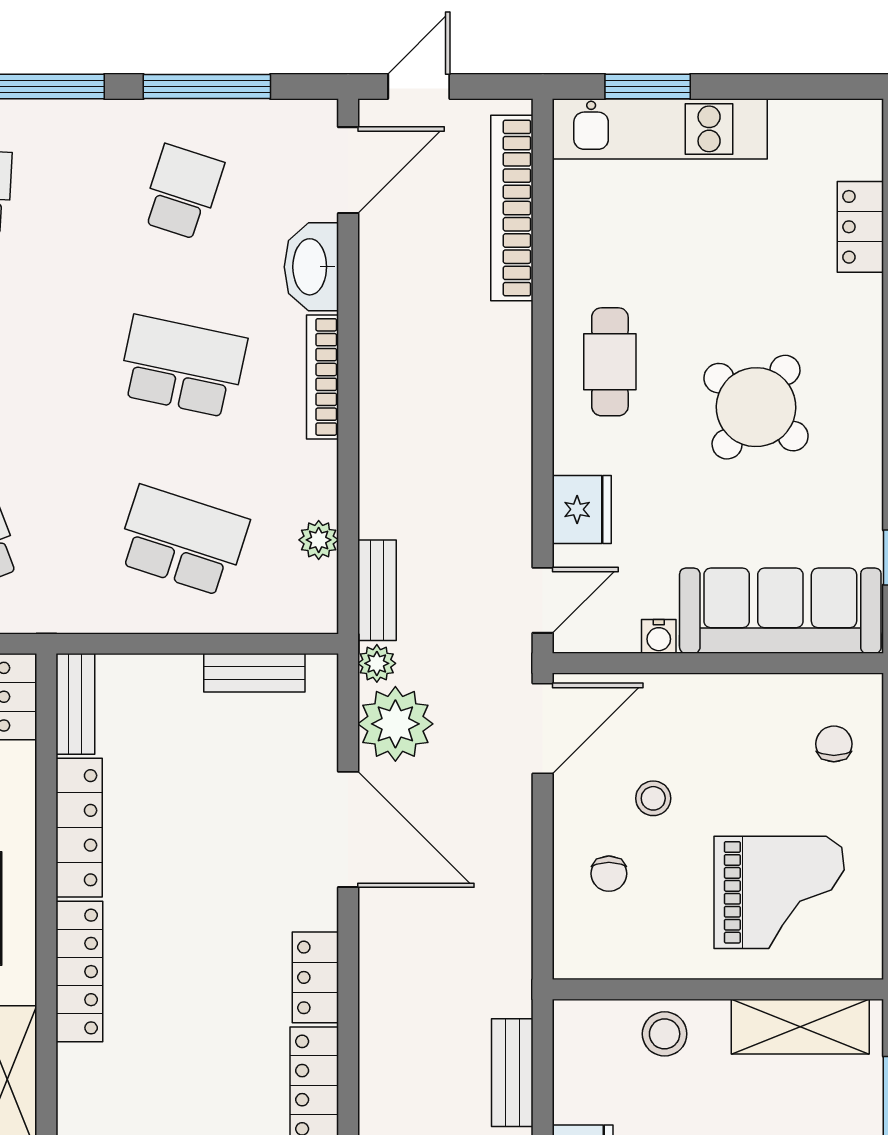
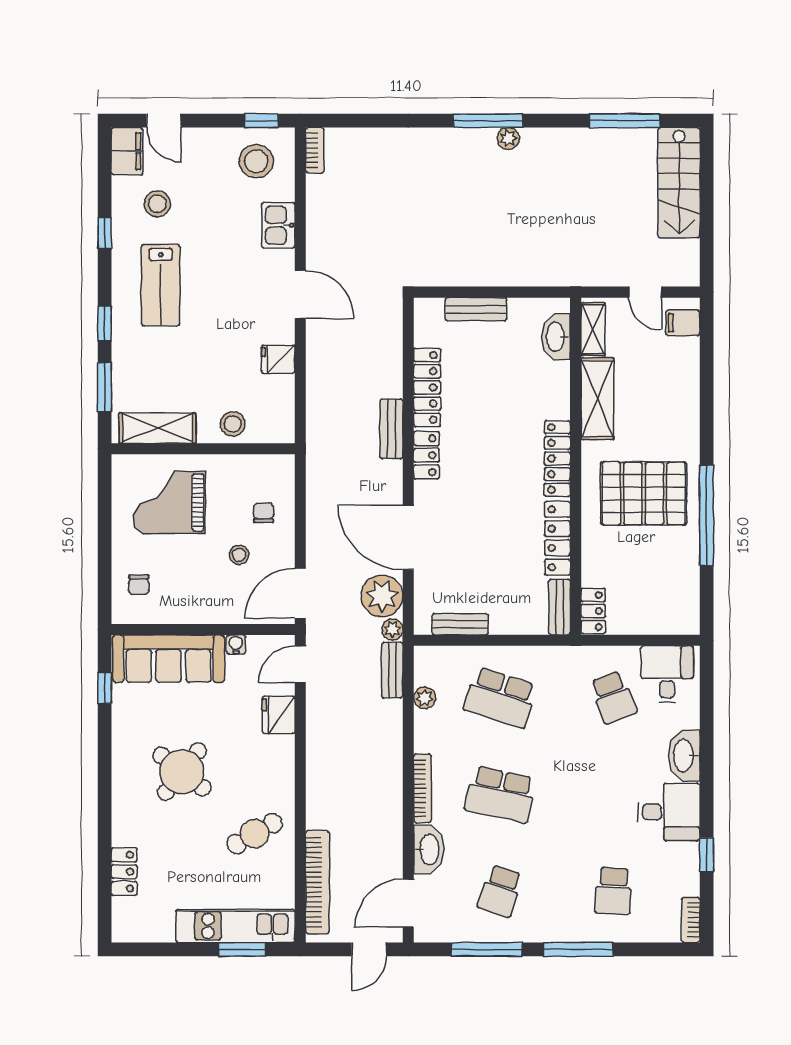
cafe table: (610, 362) -> (255, 834), moved, turned 60
bench: (512, 1073) -> (391, 429), moved

